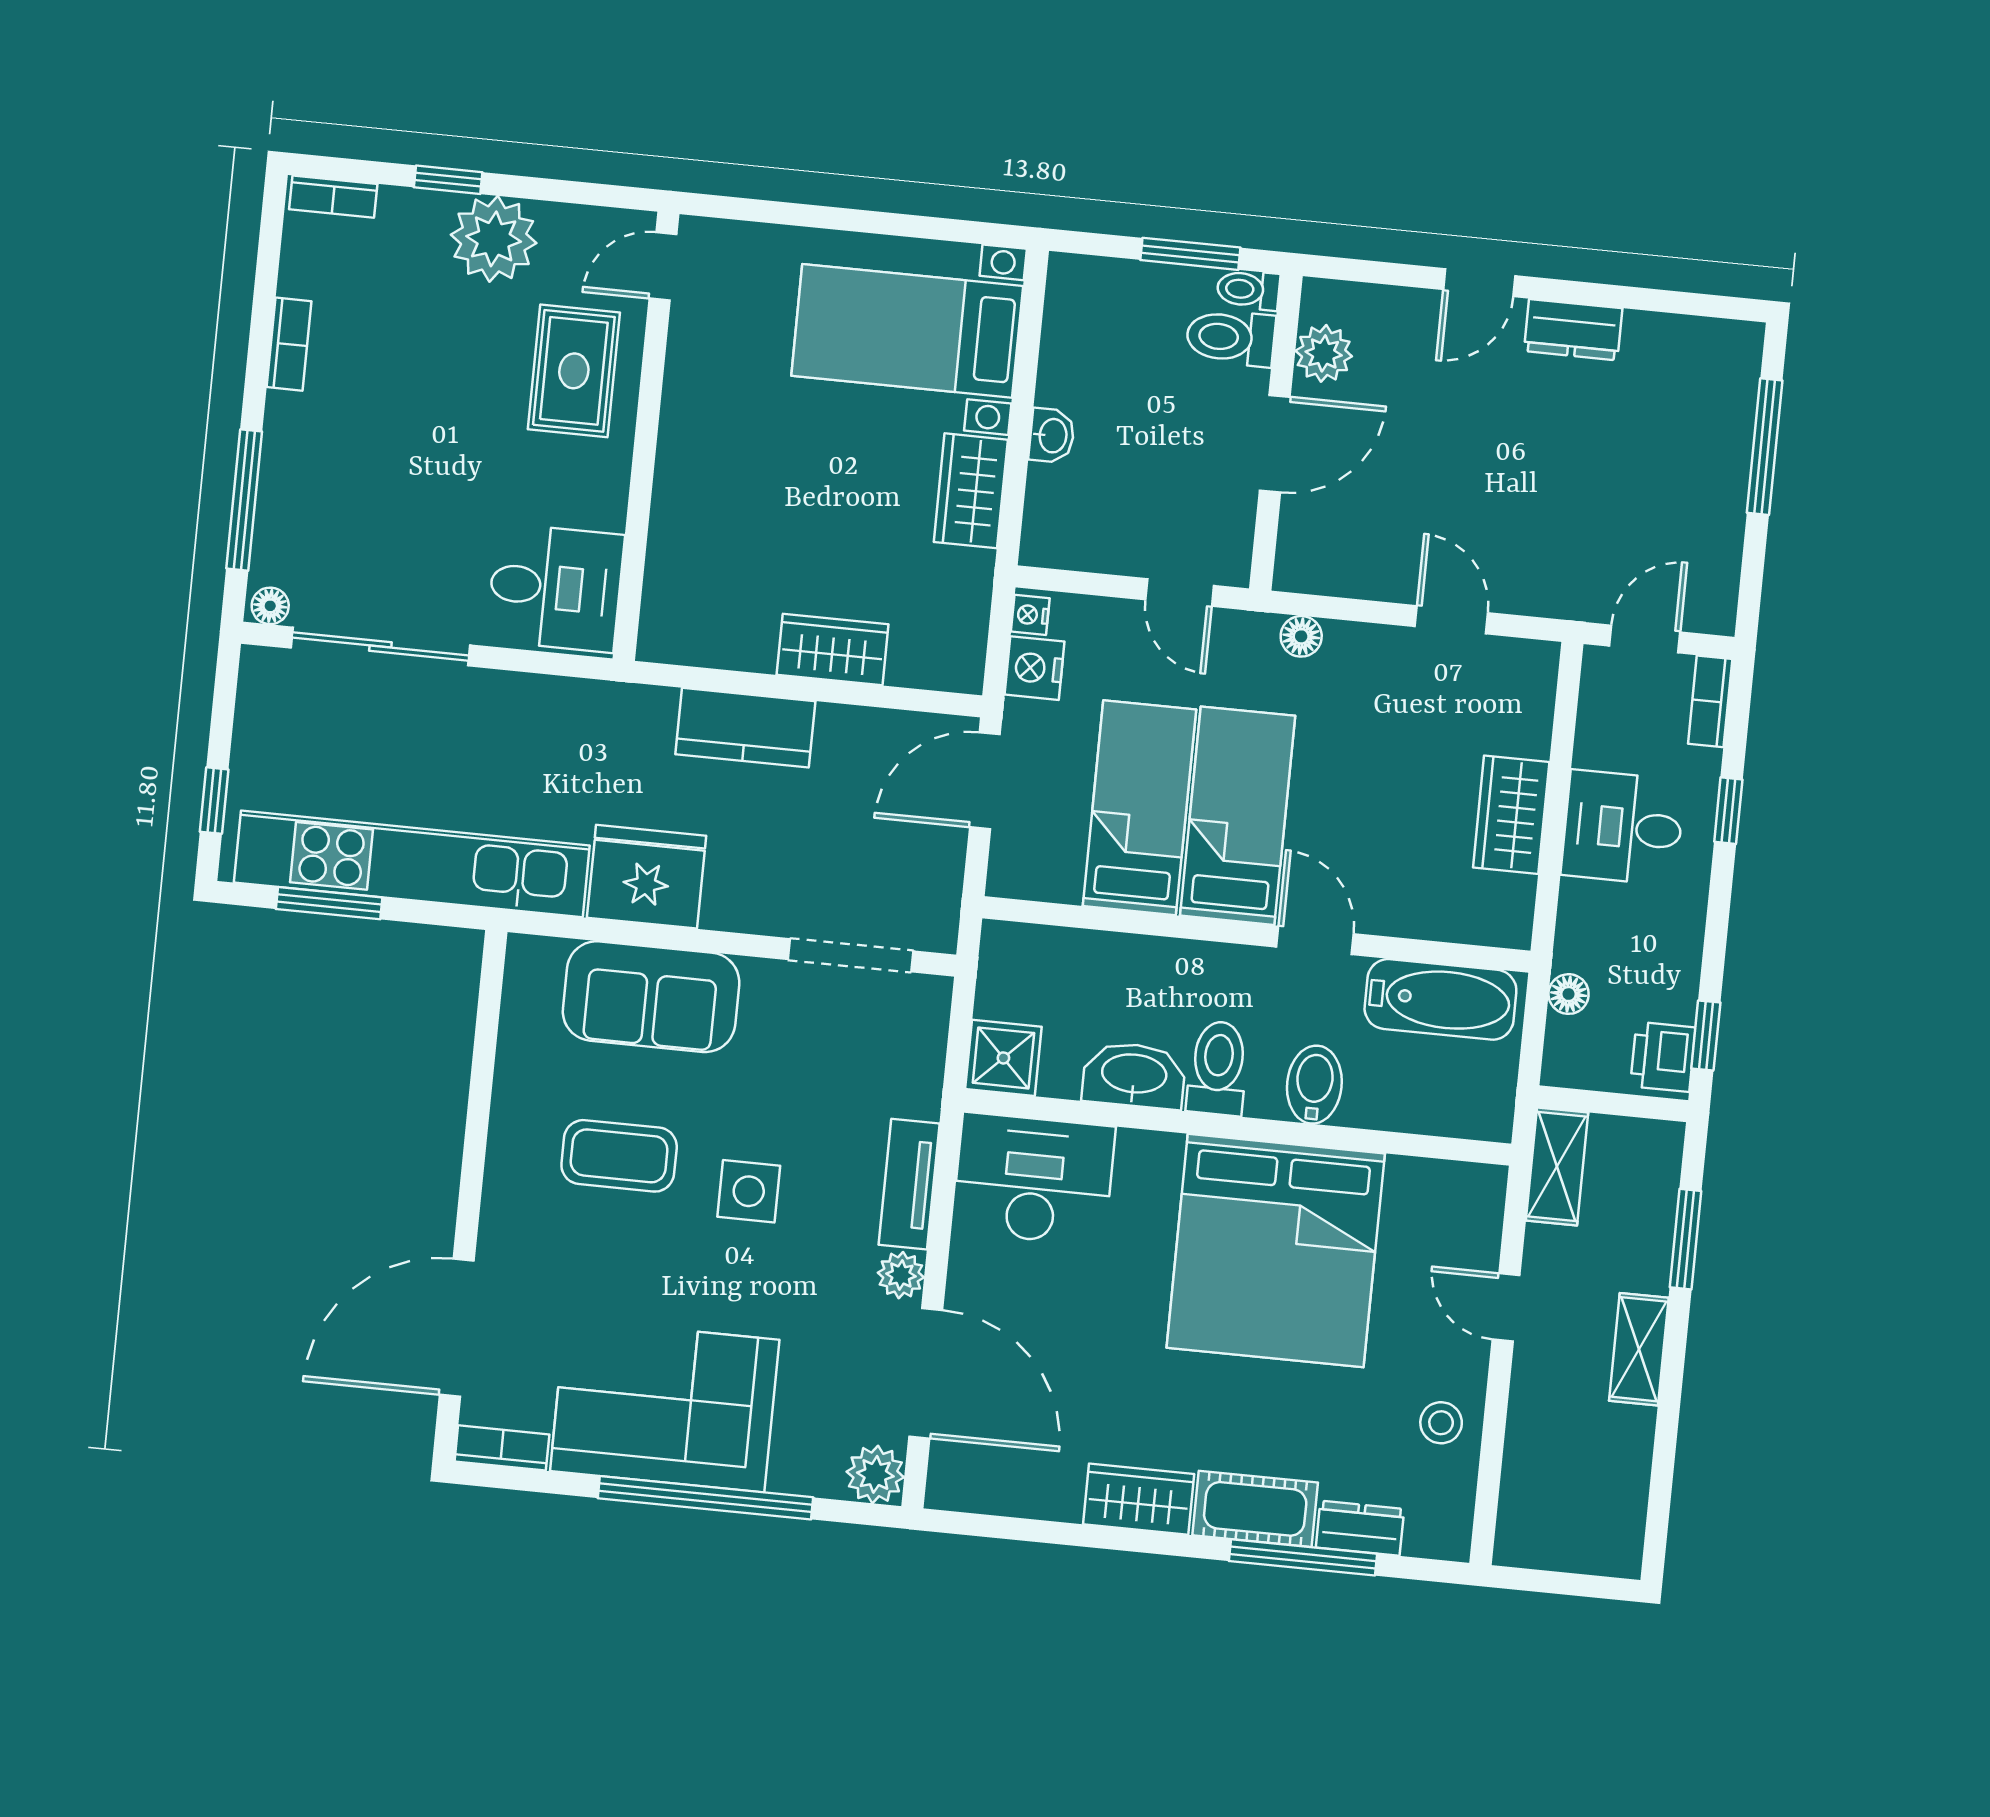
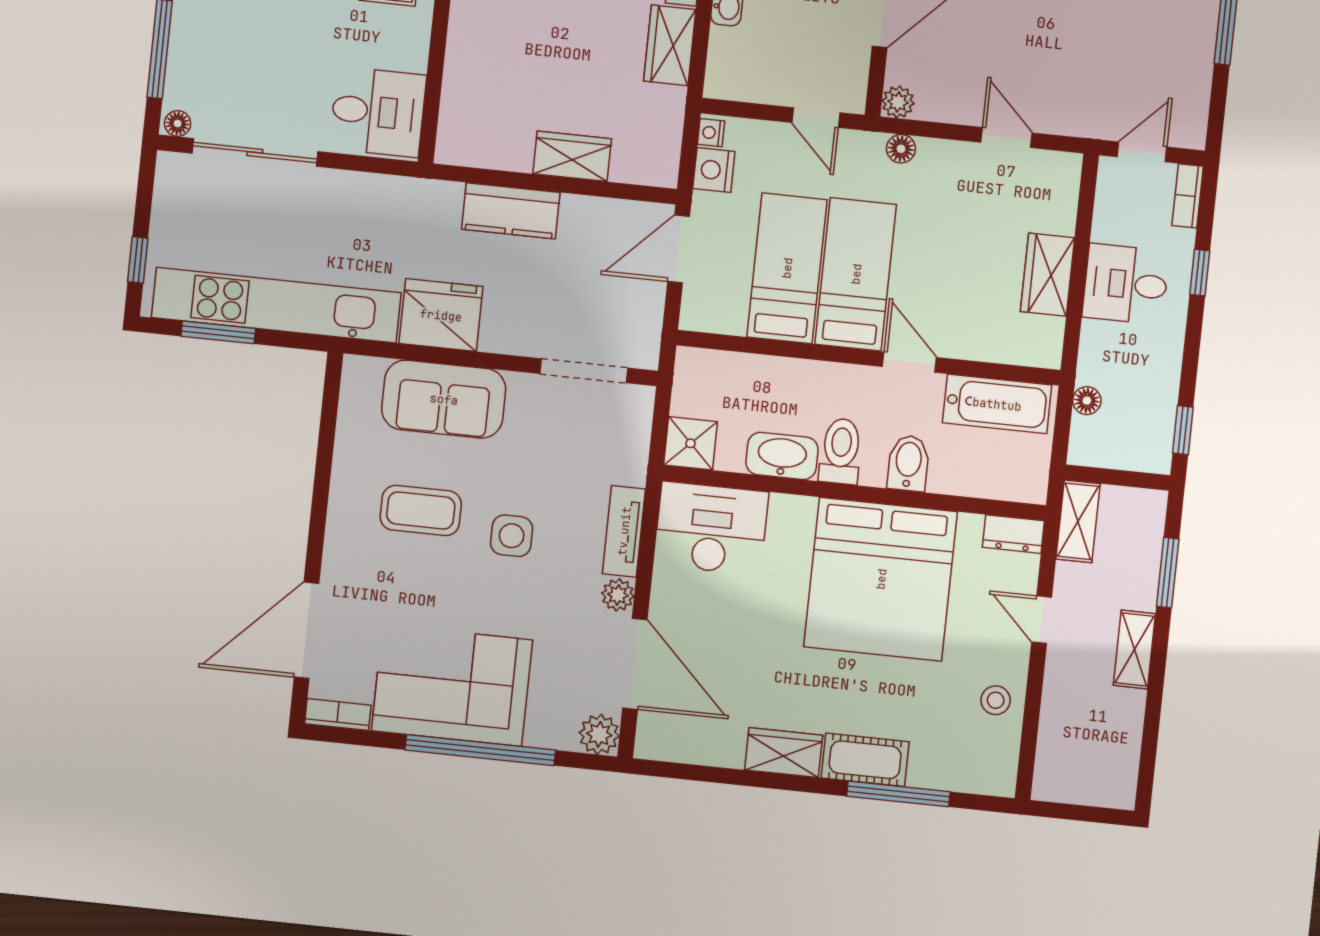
plant: (1297, 570) -> (898, 102), added
printer: (1663, 1057) -> (1153, 445), removed
dresser: (1360, 1528) -> (1013, 534), moved, turned 180

